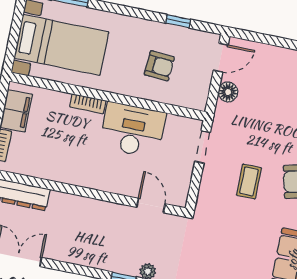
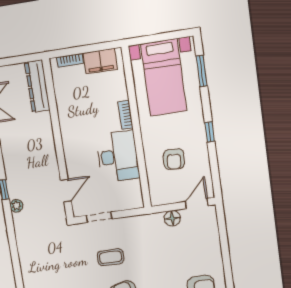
window: (178, 21) -> (210, 132), moved
door: (221, 58) -> (197, 204), swing flipped
doorway: (203, 147) -> (99, 217), moved

